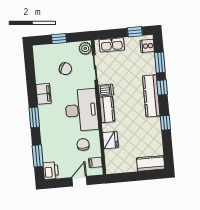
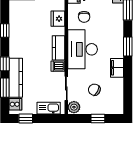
kitchen counter: (151, 96) -> (16, 78), moved

